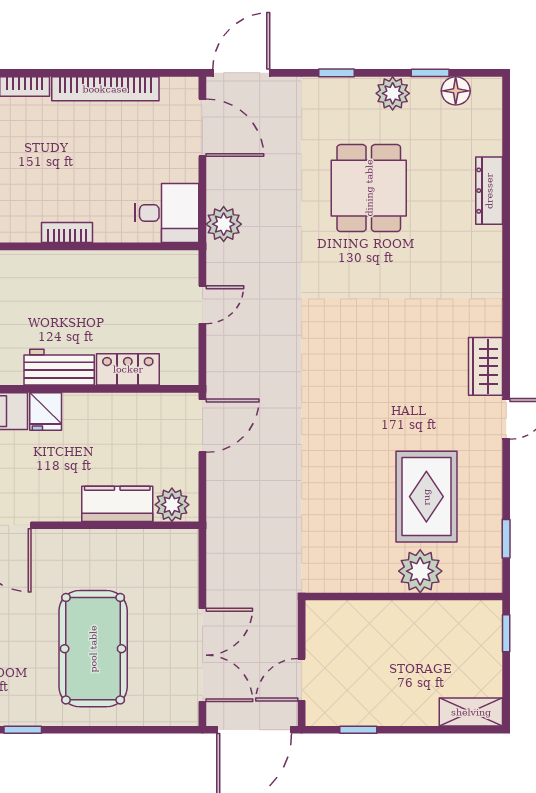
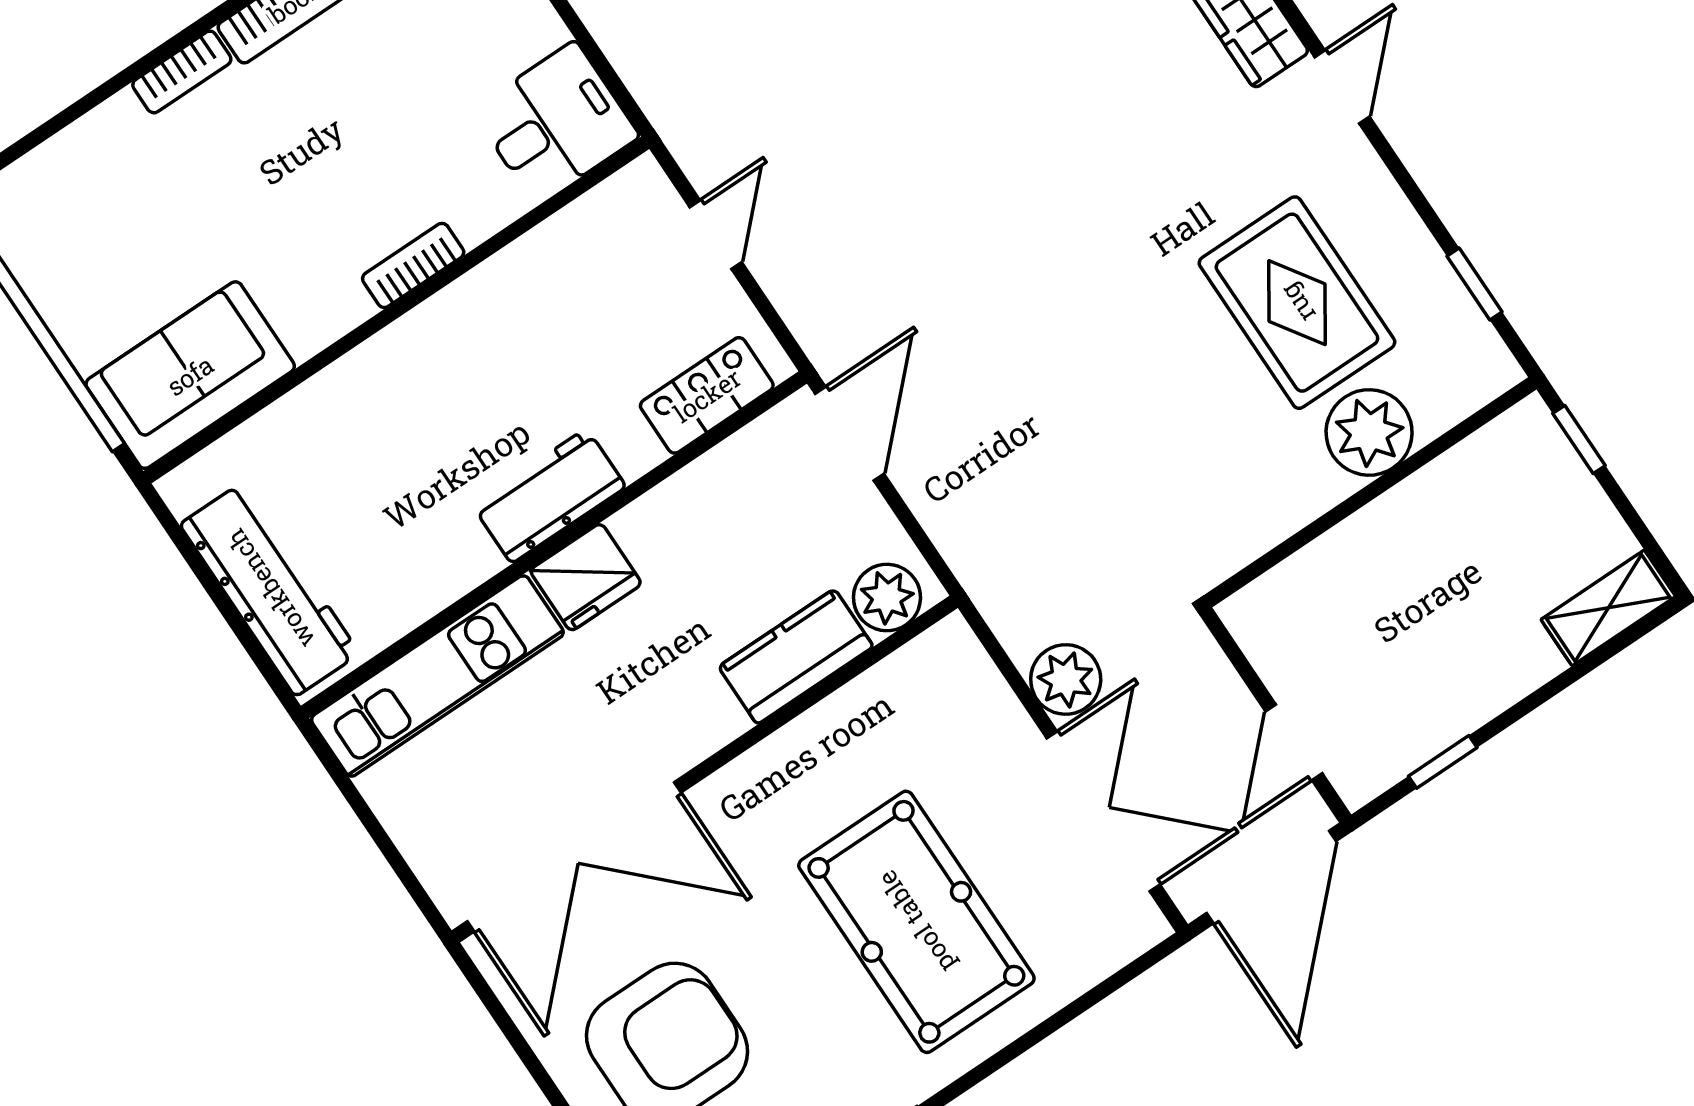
plant: (224, 224) -> (1066, 679), moved
locker: (128, 369) -> (707, 395), moved
fridge: (46, 411) -> (586, 577), width x1.38

